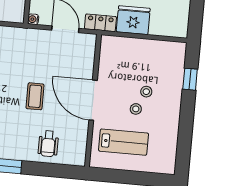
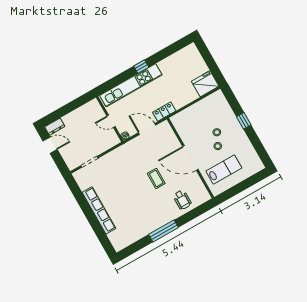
fridge: (133, 20) -> (205, 84), moved
window: (190, 79) -> (244, 121), moved

